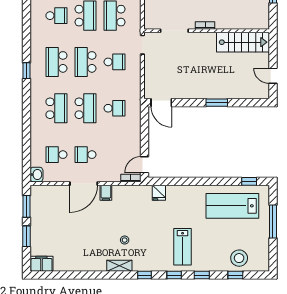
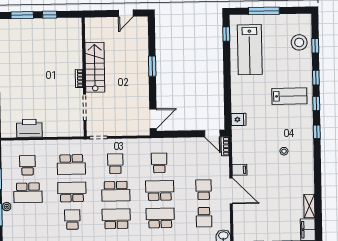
stairs: (243, 42) -> (95, 67), moved
school desk: (56, 62) -> (116, 219), turned 180
school desk: (85, 155) -> (204, 190), turned 180
shelving: (119, 266) -> (309, 206), moved

